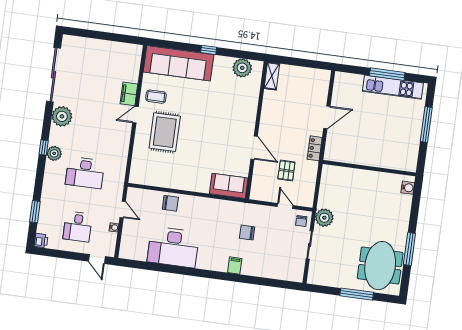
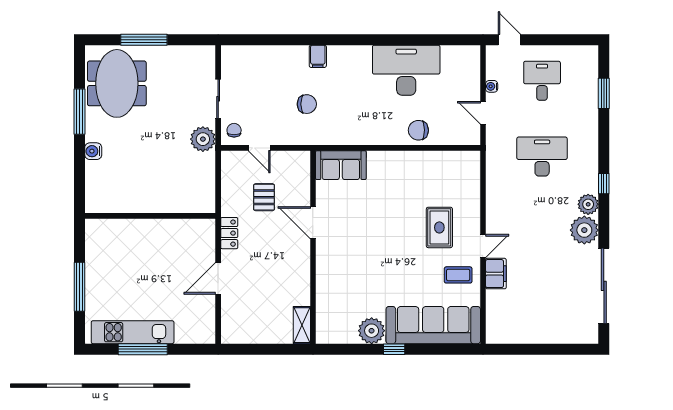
plant: (242, 68) -> (372, 331), moved
rug: (165, 132) -> (439, 227), width x0.73, depth x0.70
plant: (54, 153) -> (588, 204), moved
water cooler: (408, 188) -> (93, 151), moved
printer: (41, 241) -> (590, 55), removed

